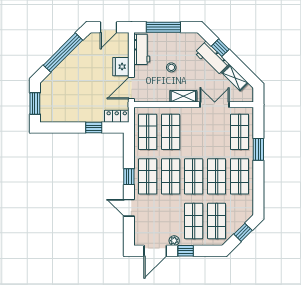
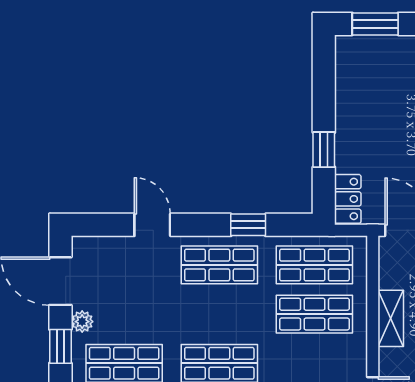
shelving: (183, 96) -> (391, 318), moved
shop shelf: (171, 176) -> (219, 314), removed
window: (129, 177) -> (248, 225), moved
door: (129, 208) -> (152, 225), hinge flipped

